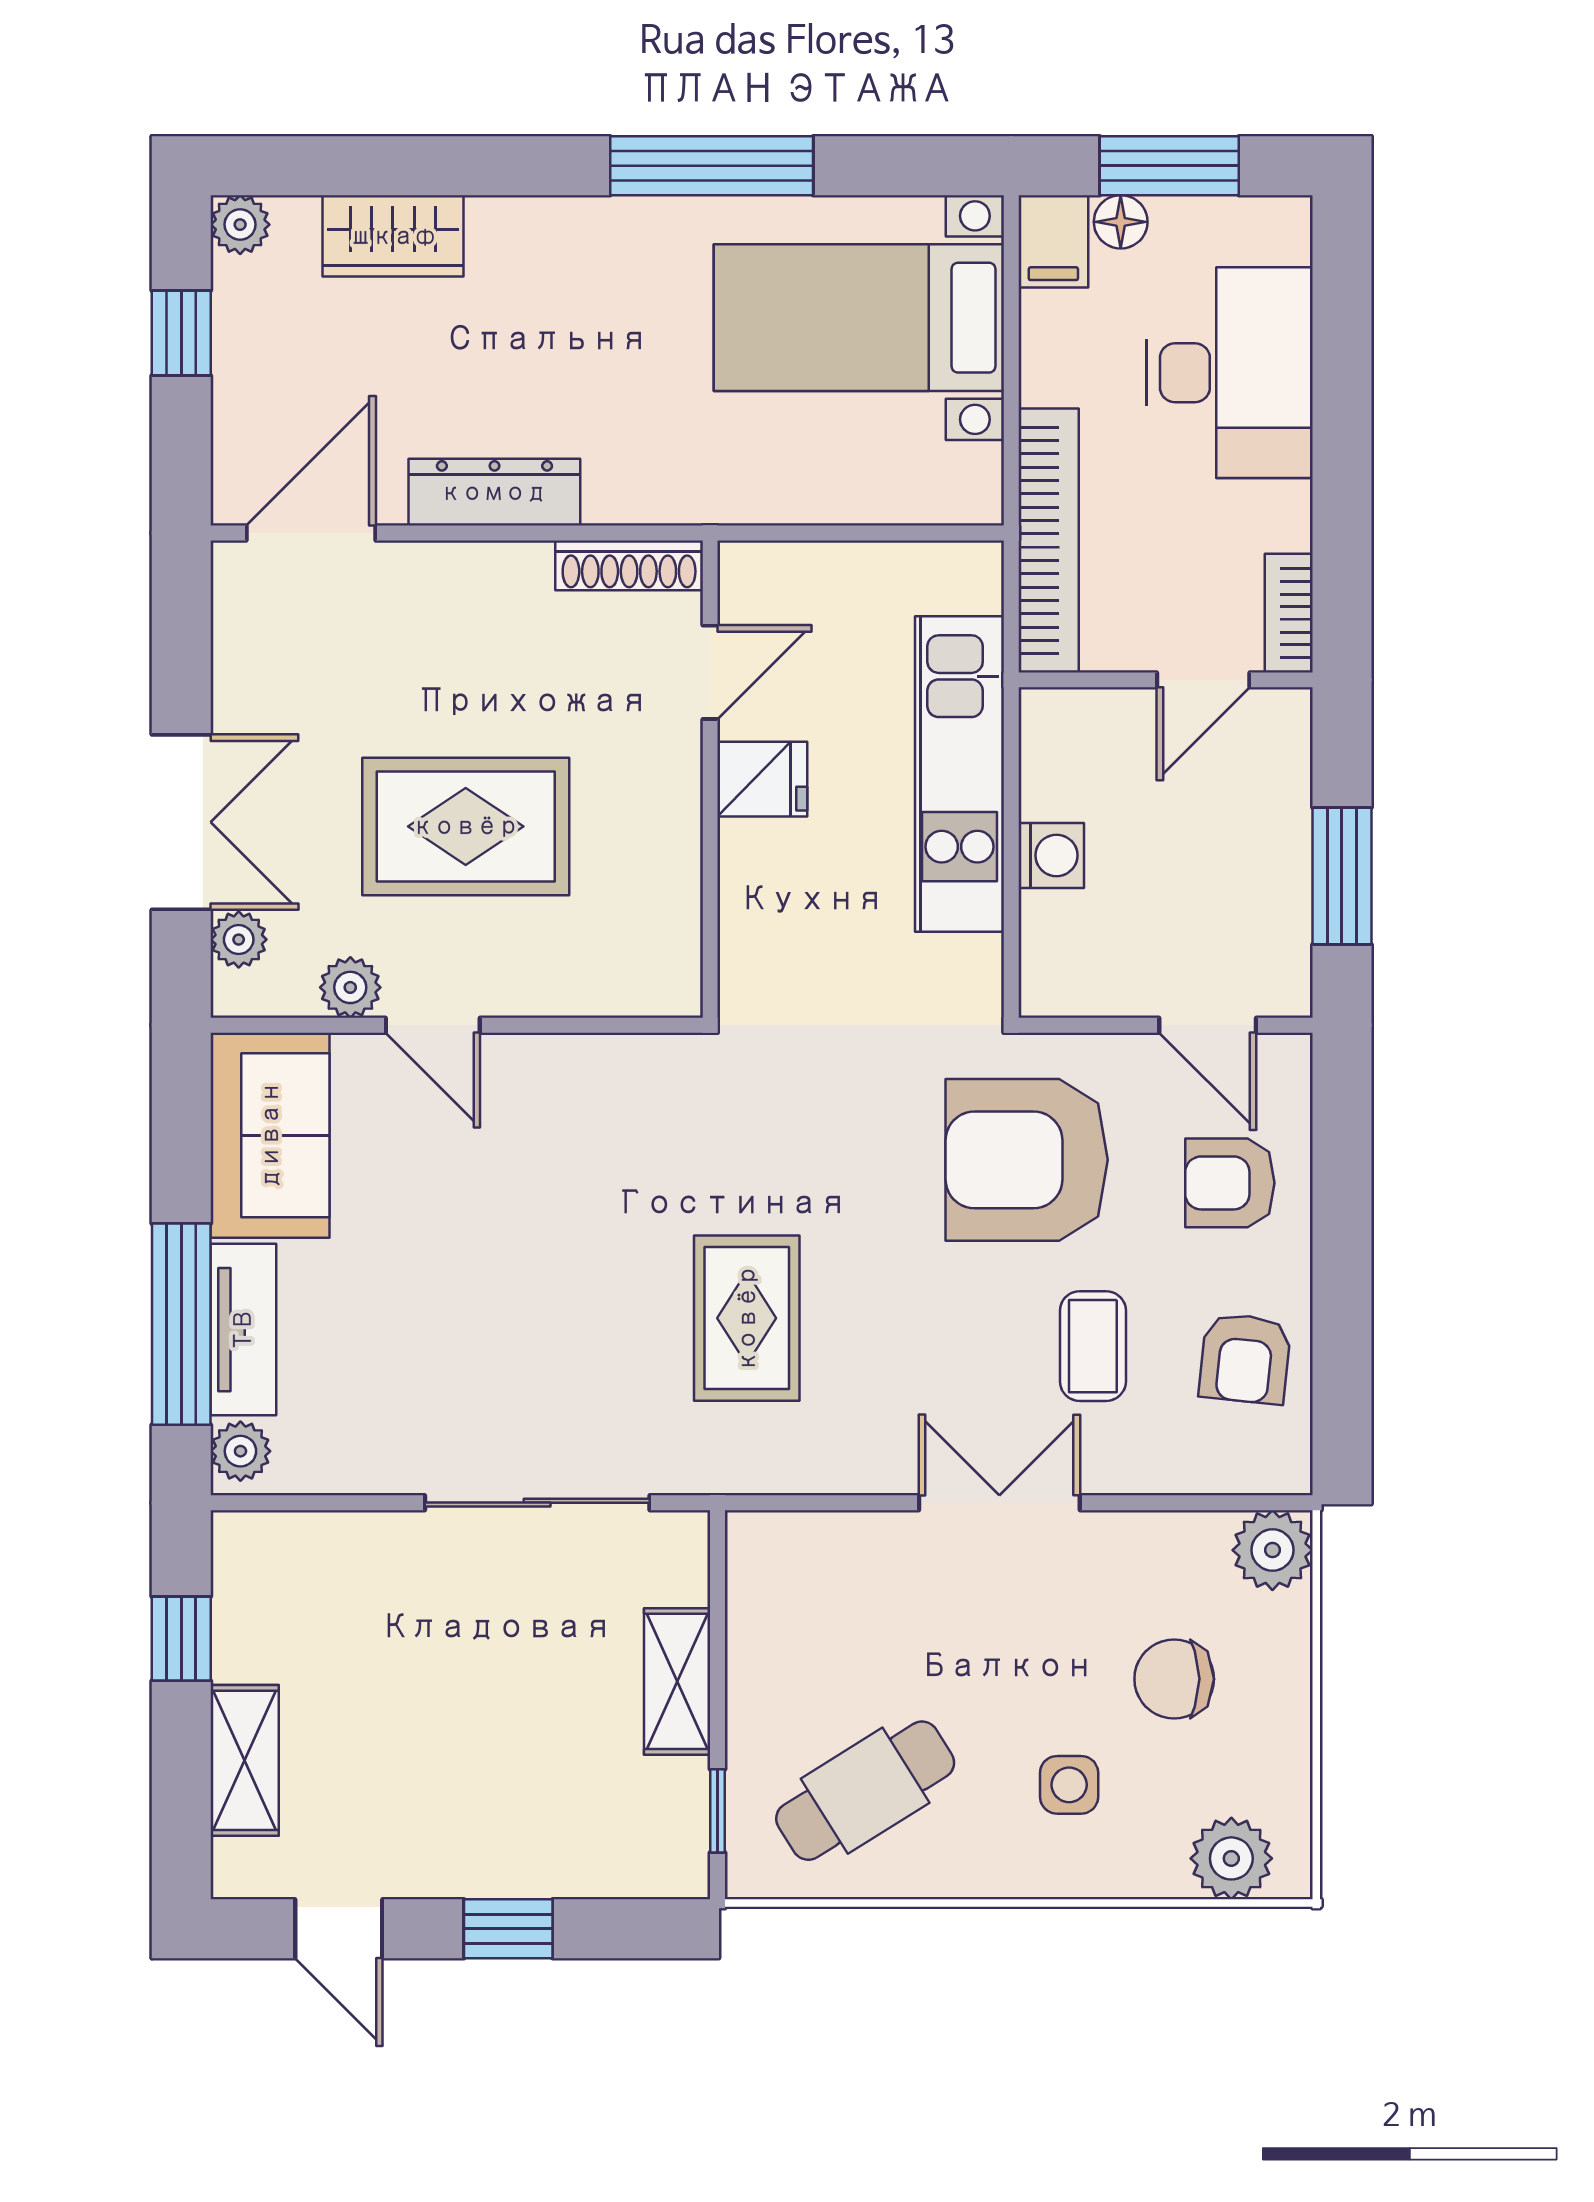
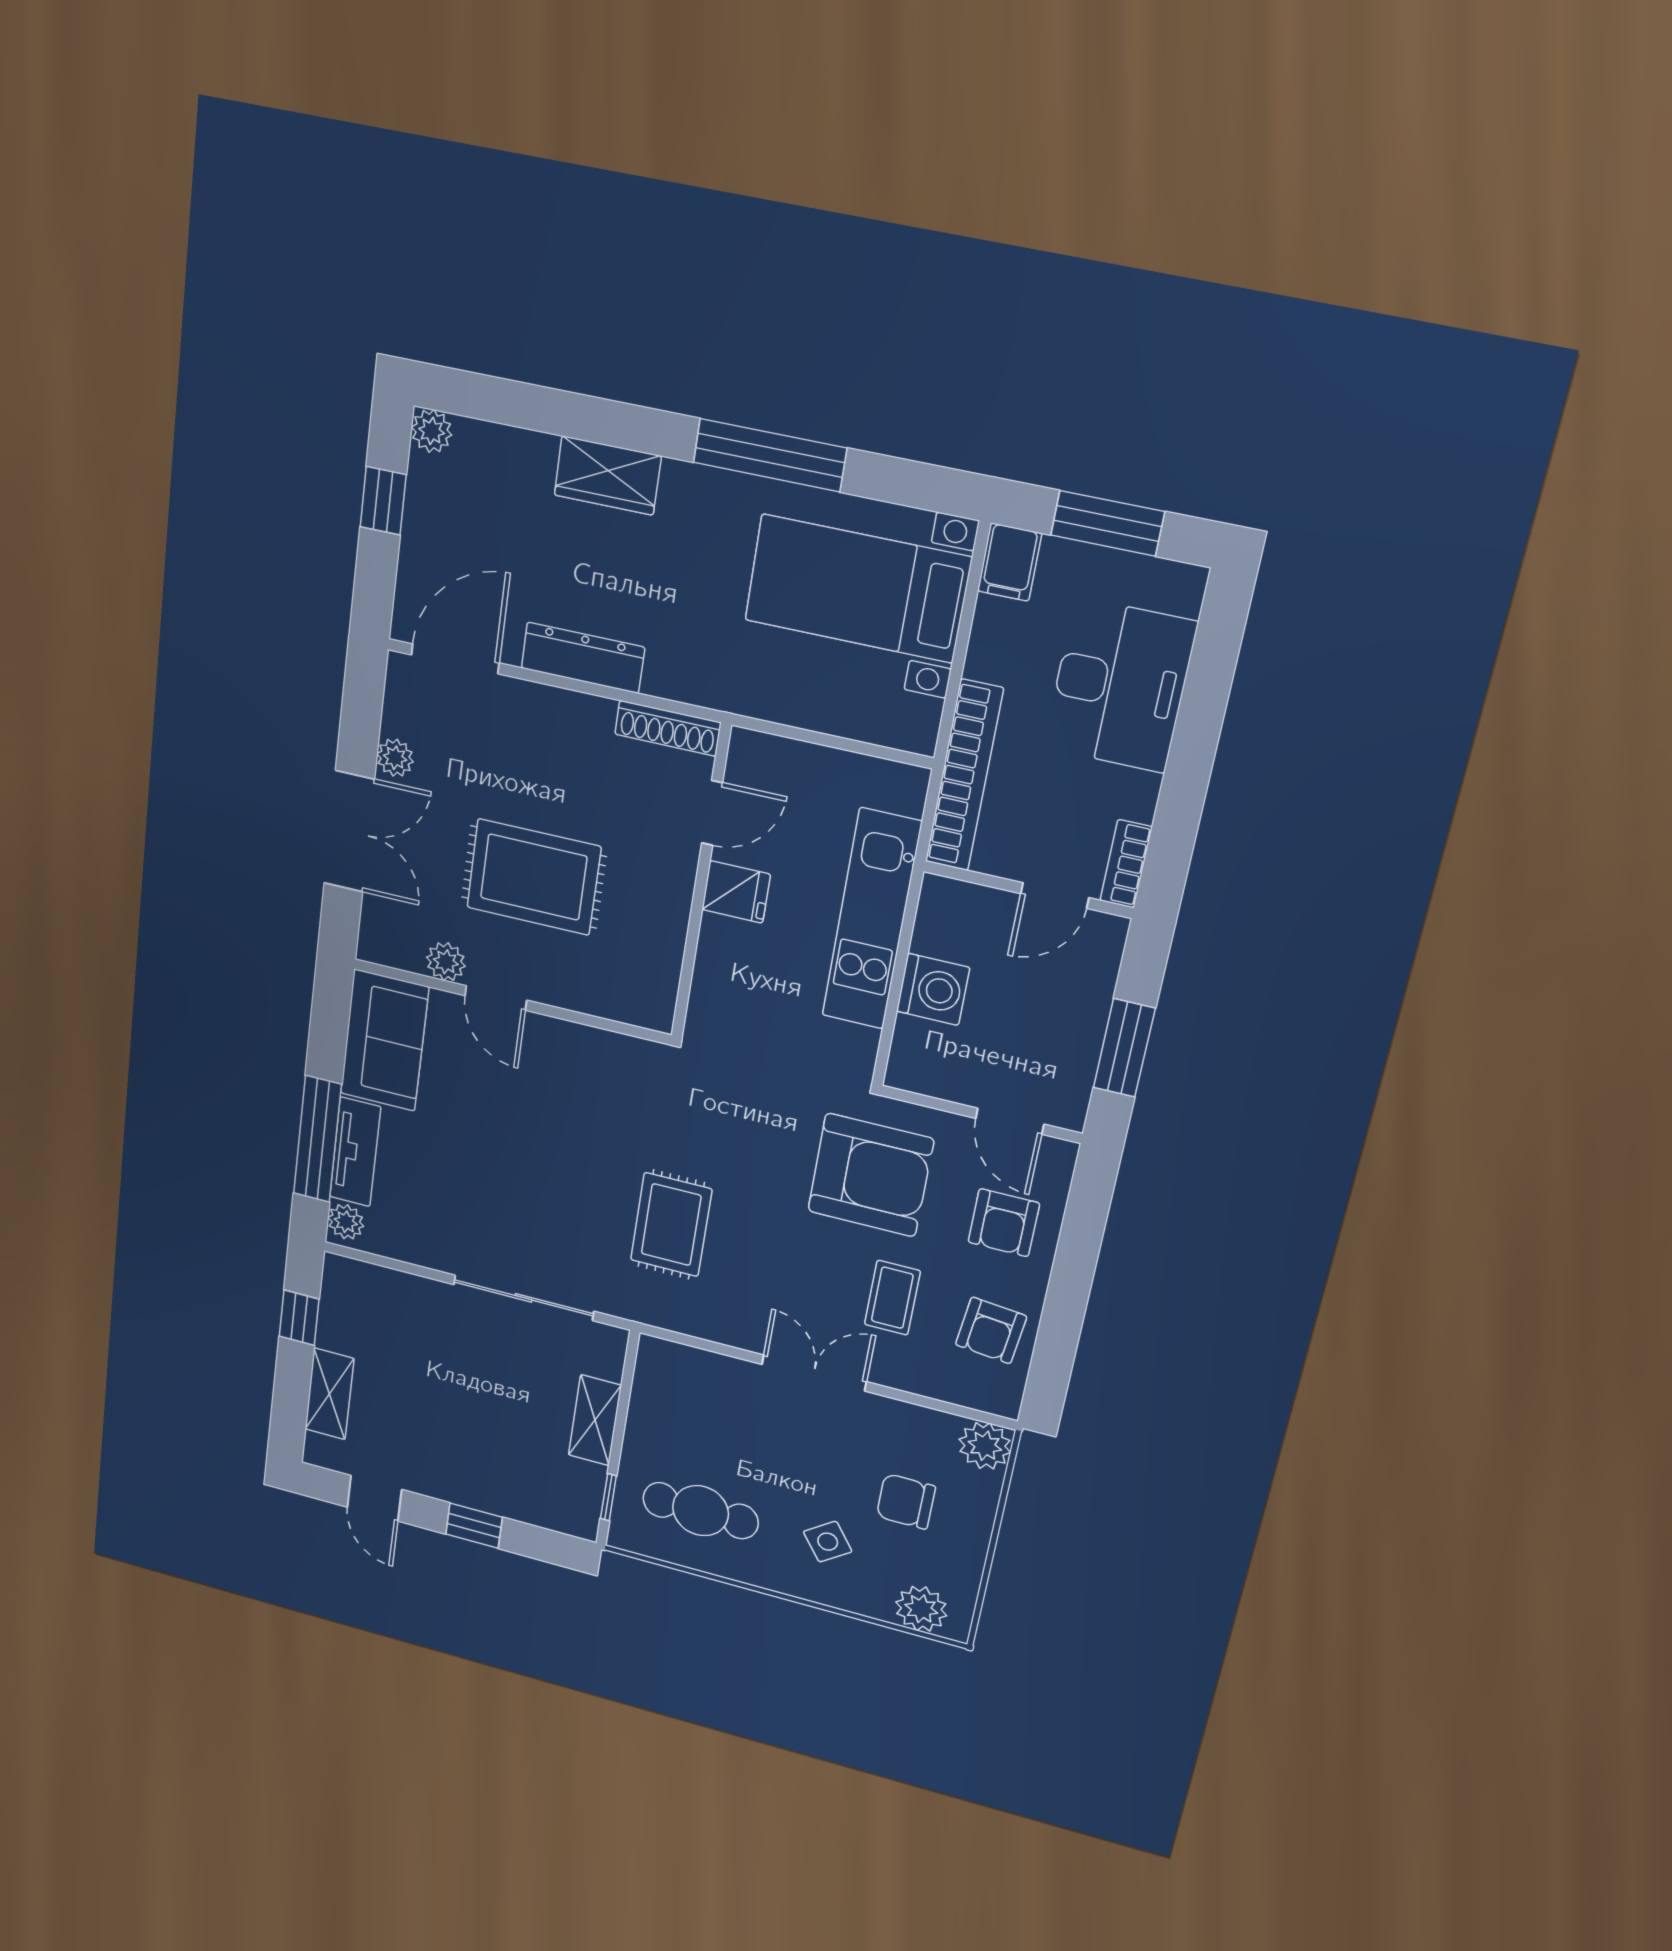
floor lamp: (1121, 222) -> (1062, 558), removed
wardrobe: (393, 236) -> (608, 476), moved
washing machine: (1051, 855) -> (933, 989), width x1.38, depth x1.38
plant: (239, 940) -> (395, 758), moved
armchair: (1027, 1160) -> (871, 1175), turned 180
armchair: (1230, 1183) -> (1004, 1223), turned -90
side table: (1069, 1785) -> (828, 1542), turned -36
cafe table: (865, 1791) -> (701, 1511), turned 32

